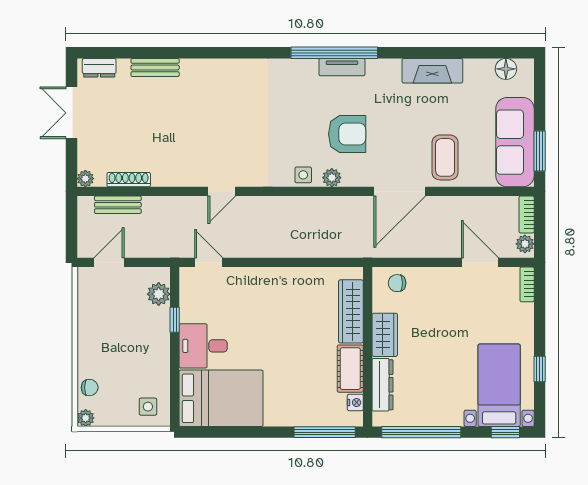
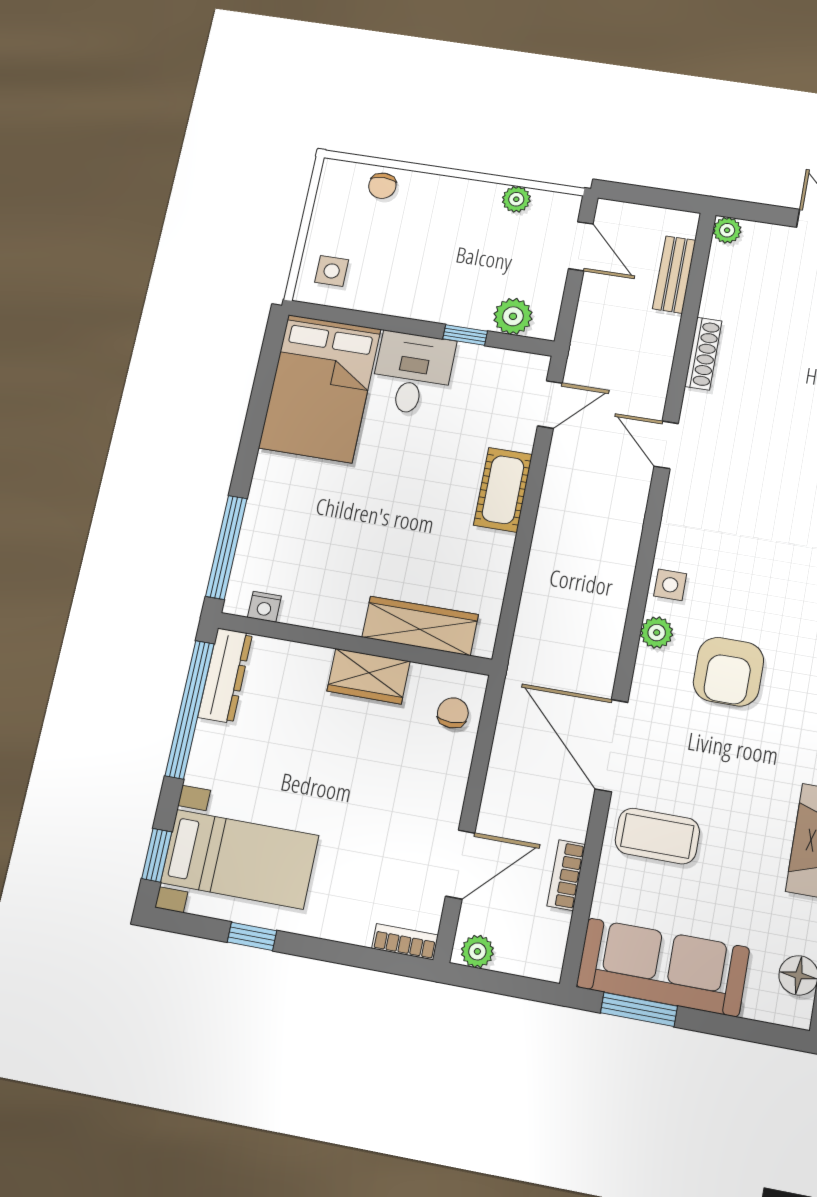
shoe rack: (129, 180) -> (703, 354), moved
bookcase: (527, 214) -> (566, 875), moved, turned -90
cot: (350, 369) -> (503, 490), moved, turned 90
dresser: (382, 385) -> (225, 676), moved, turned -90
plant: (86, 418) -> (516, 199), moved

